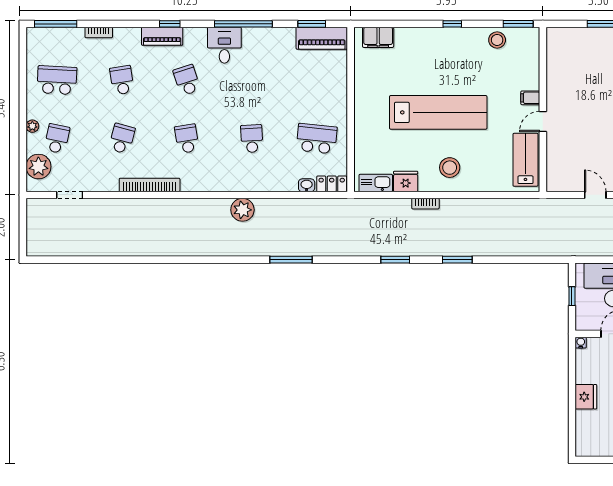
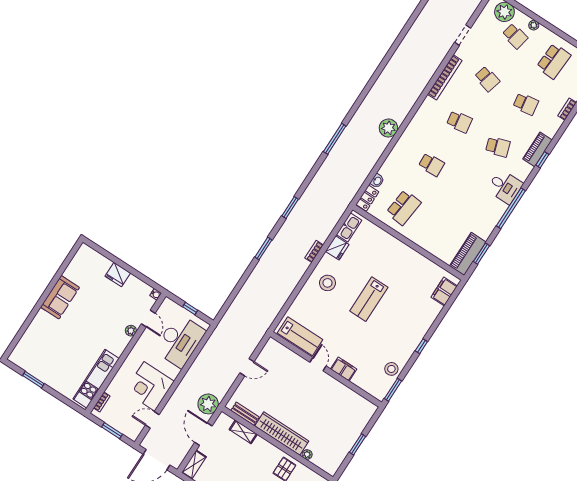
filing cabinet: (530, 98) -> (344, 369), width x2.00
lab bench: (438, 112) -> (369, 299), width x0.54, depth x0.72
doorway: (70, 195) -> (463, 35), moved

